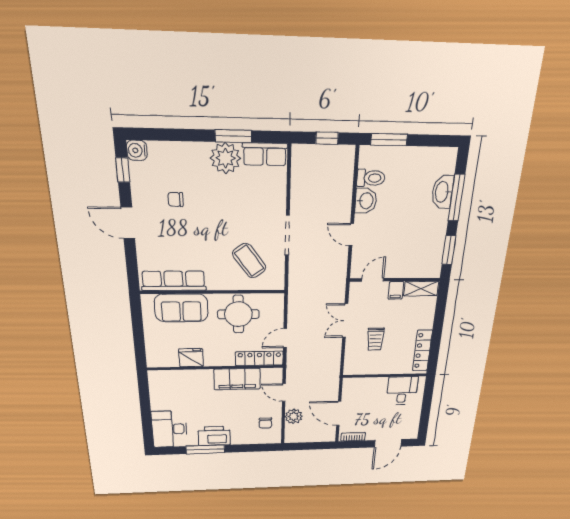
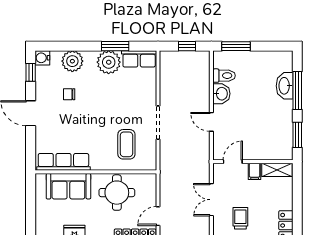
plant: (177, 156) -> (72, 61), added
coffee table: (249, 261) -> (126, 144), turned 36
trolley: (375, 339) -> (240, 218), turned 180

